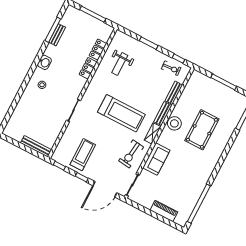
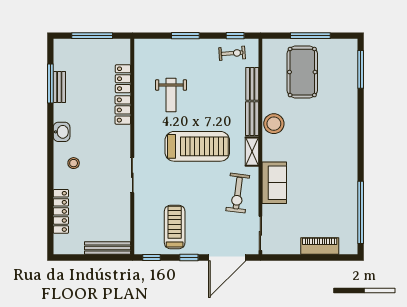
weight bench: (120, 64) -> (171, 95), moved
locker: (19, 110) -> (61, 211), added
pool table: (202, 130) -> (302, 72), moved

